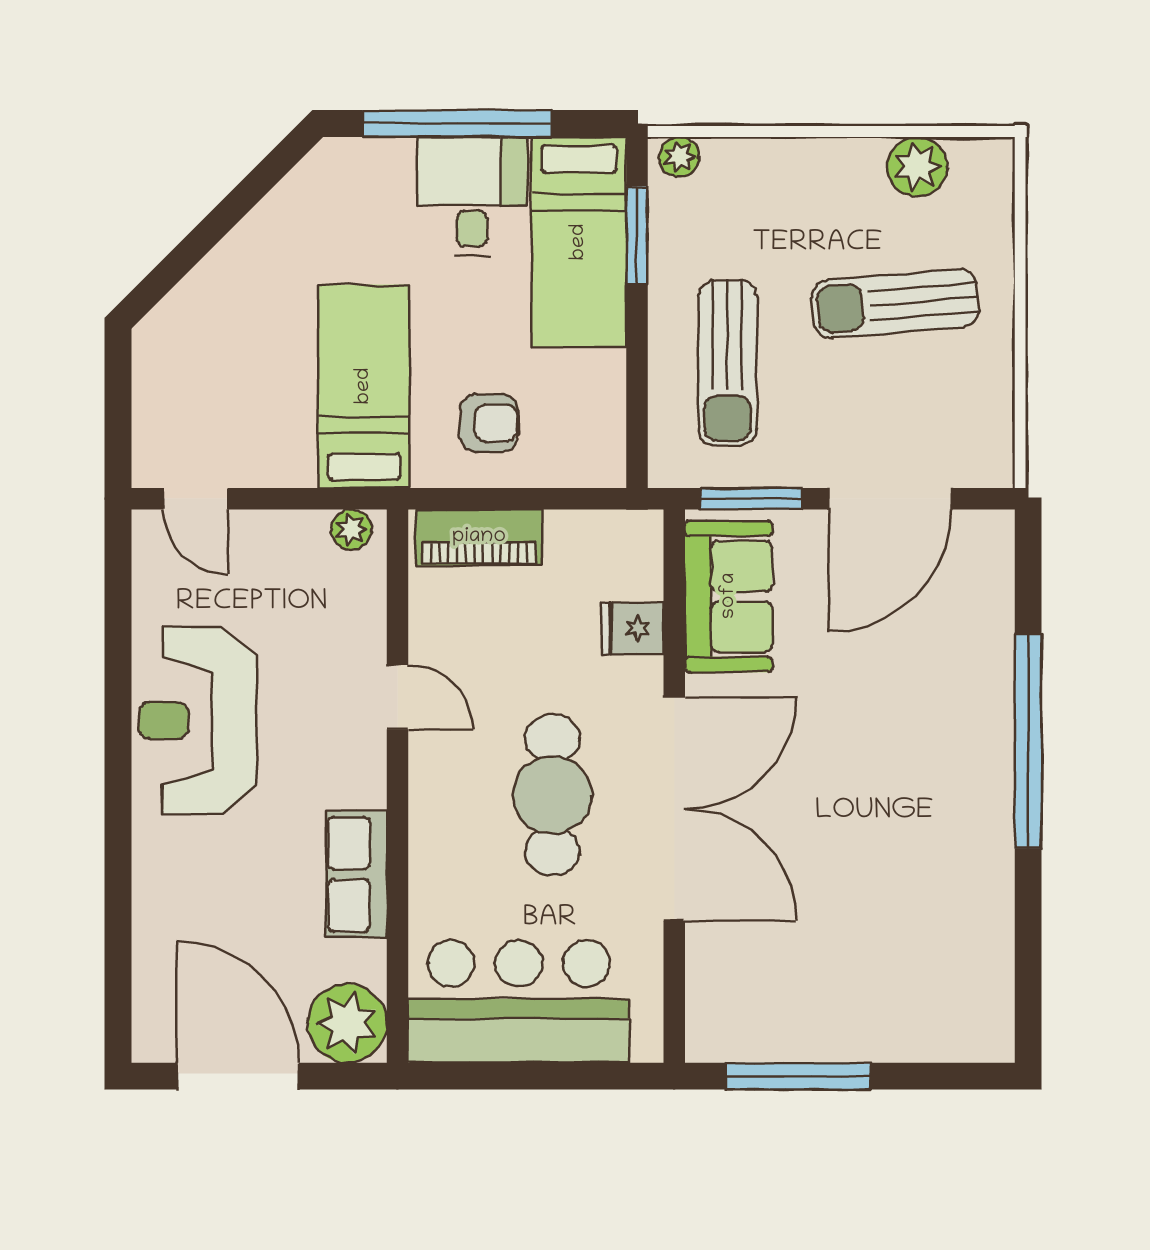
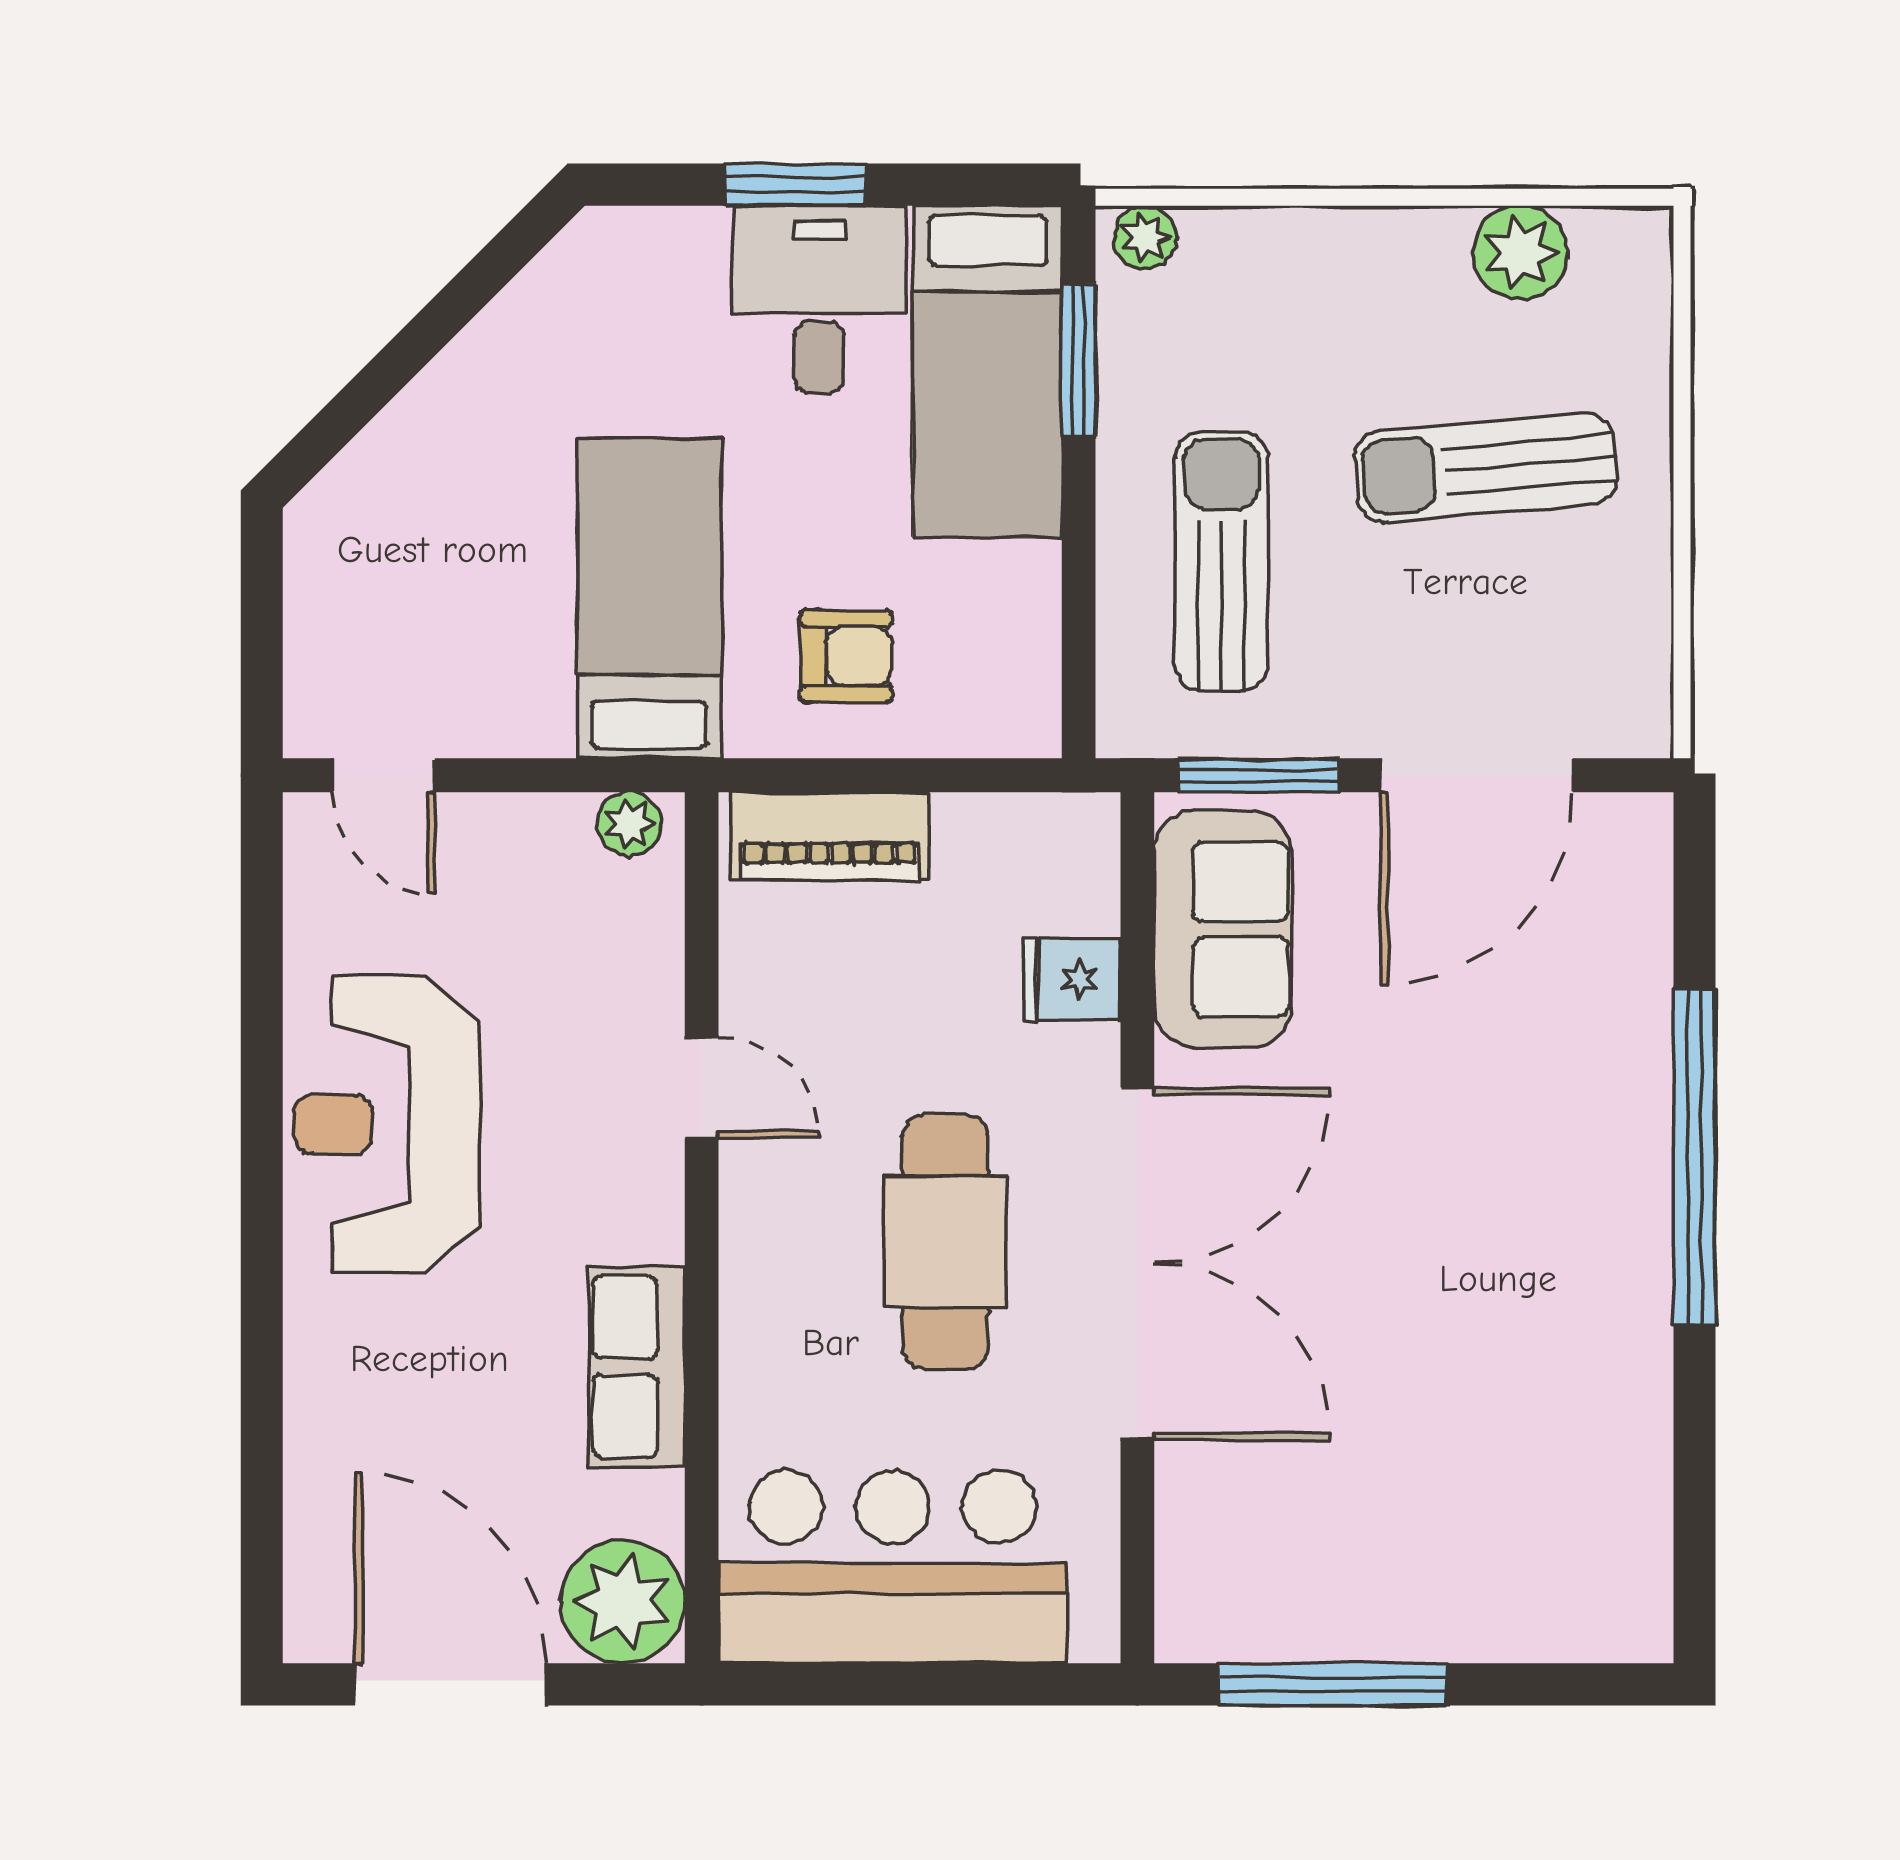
window: (457, 123) -> (796, 185), width x0.47
sun lounger: (728, 363) -> (1221, 561), turned 180

